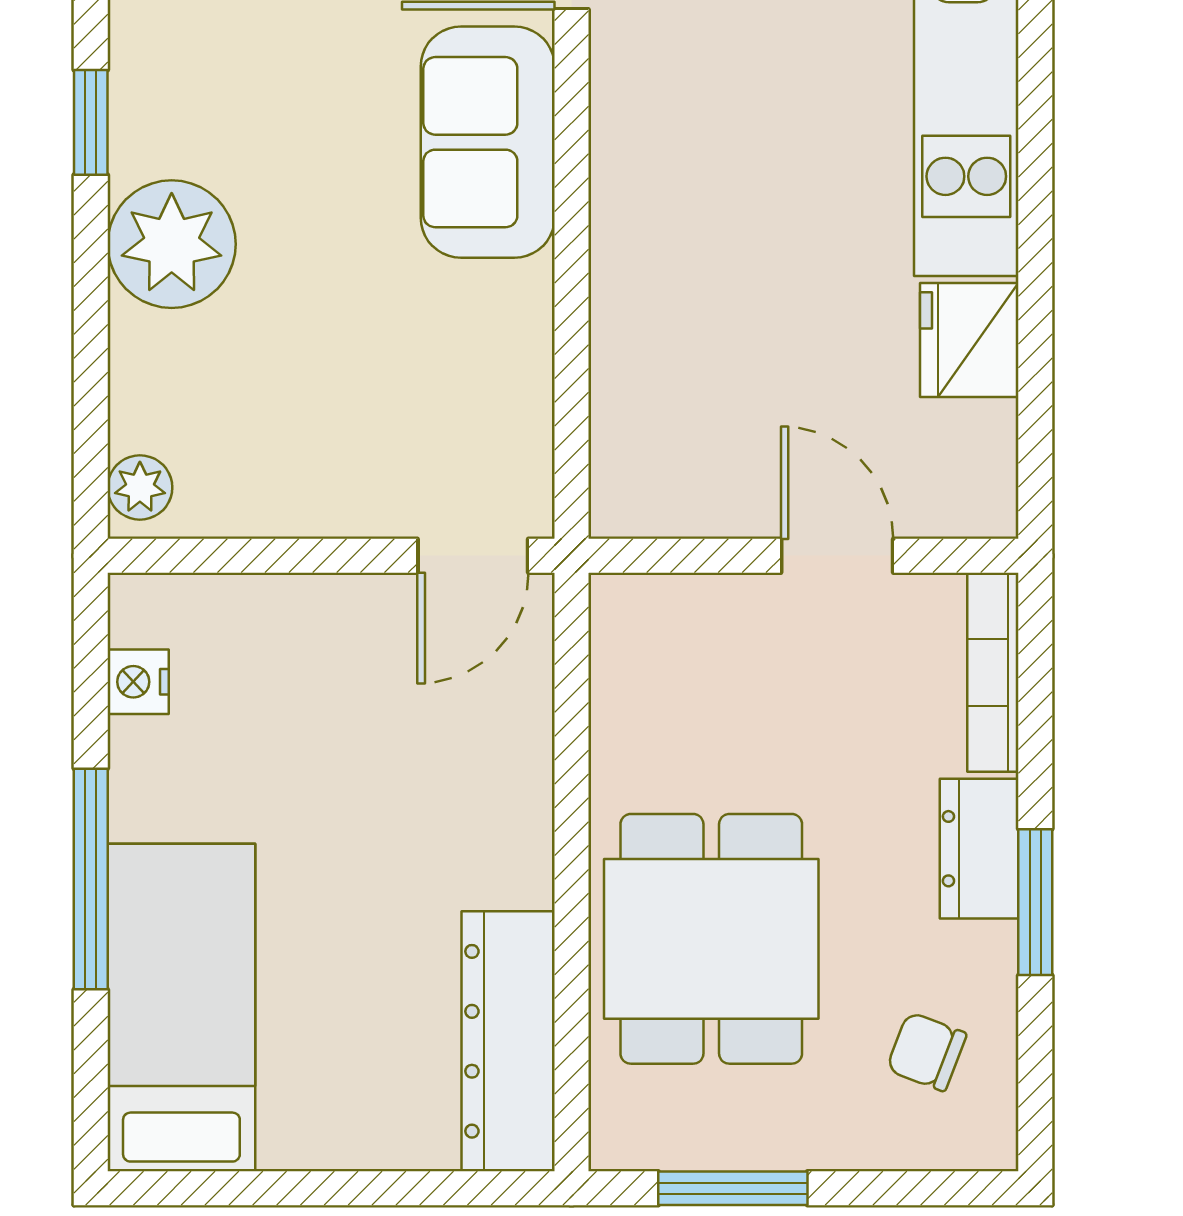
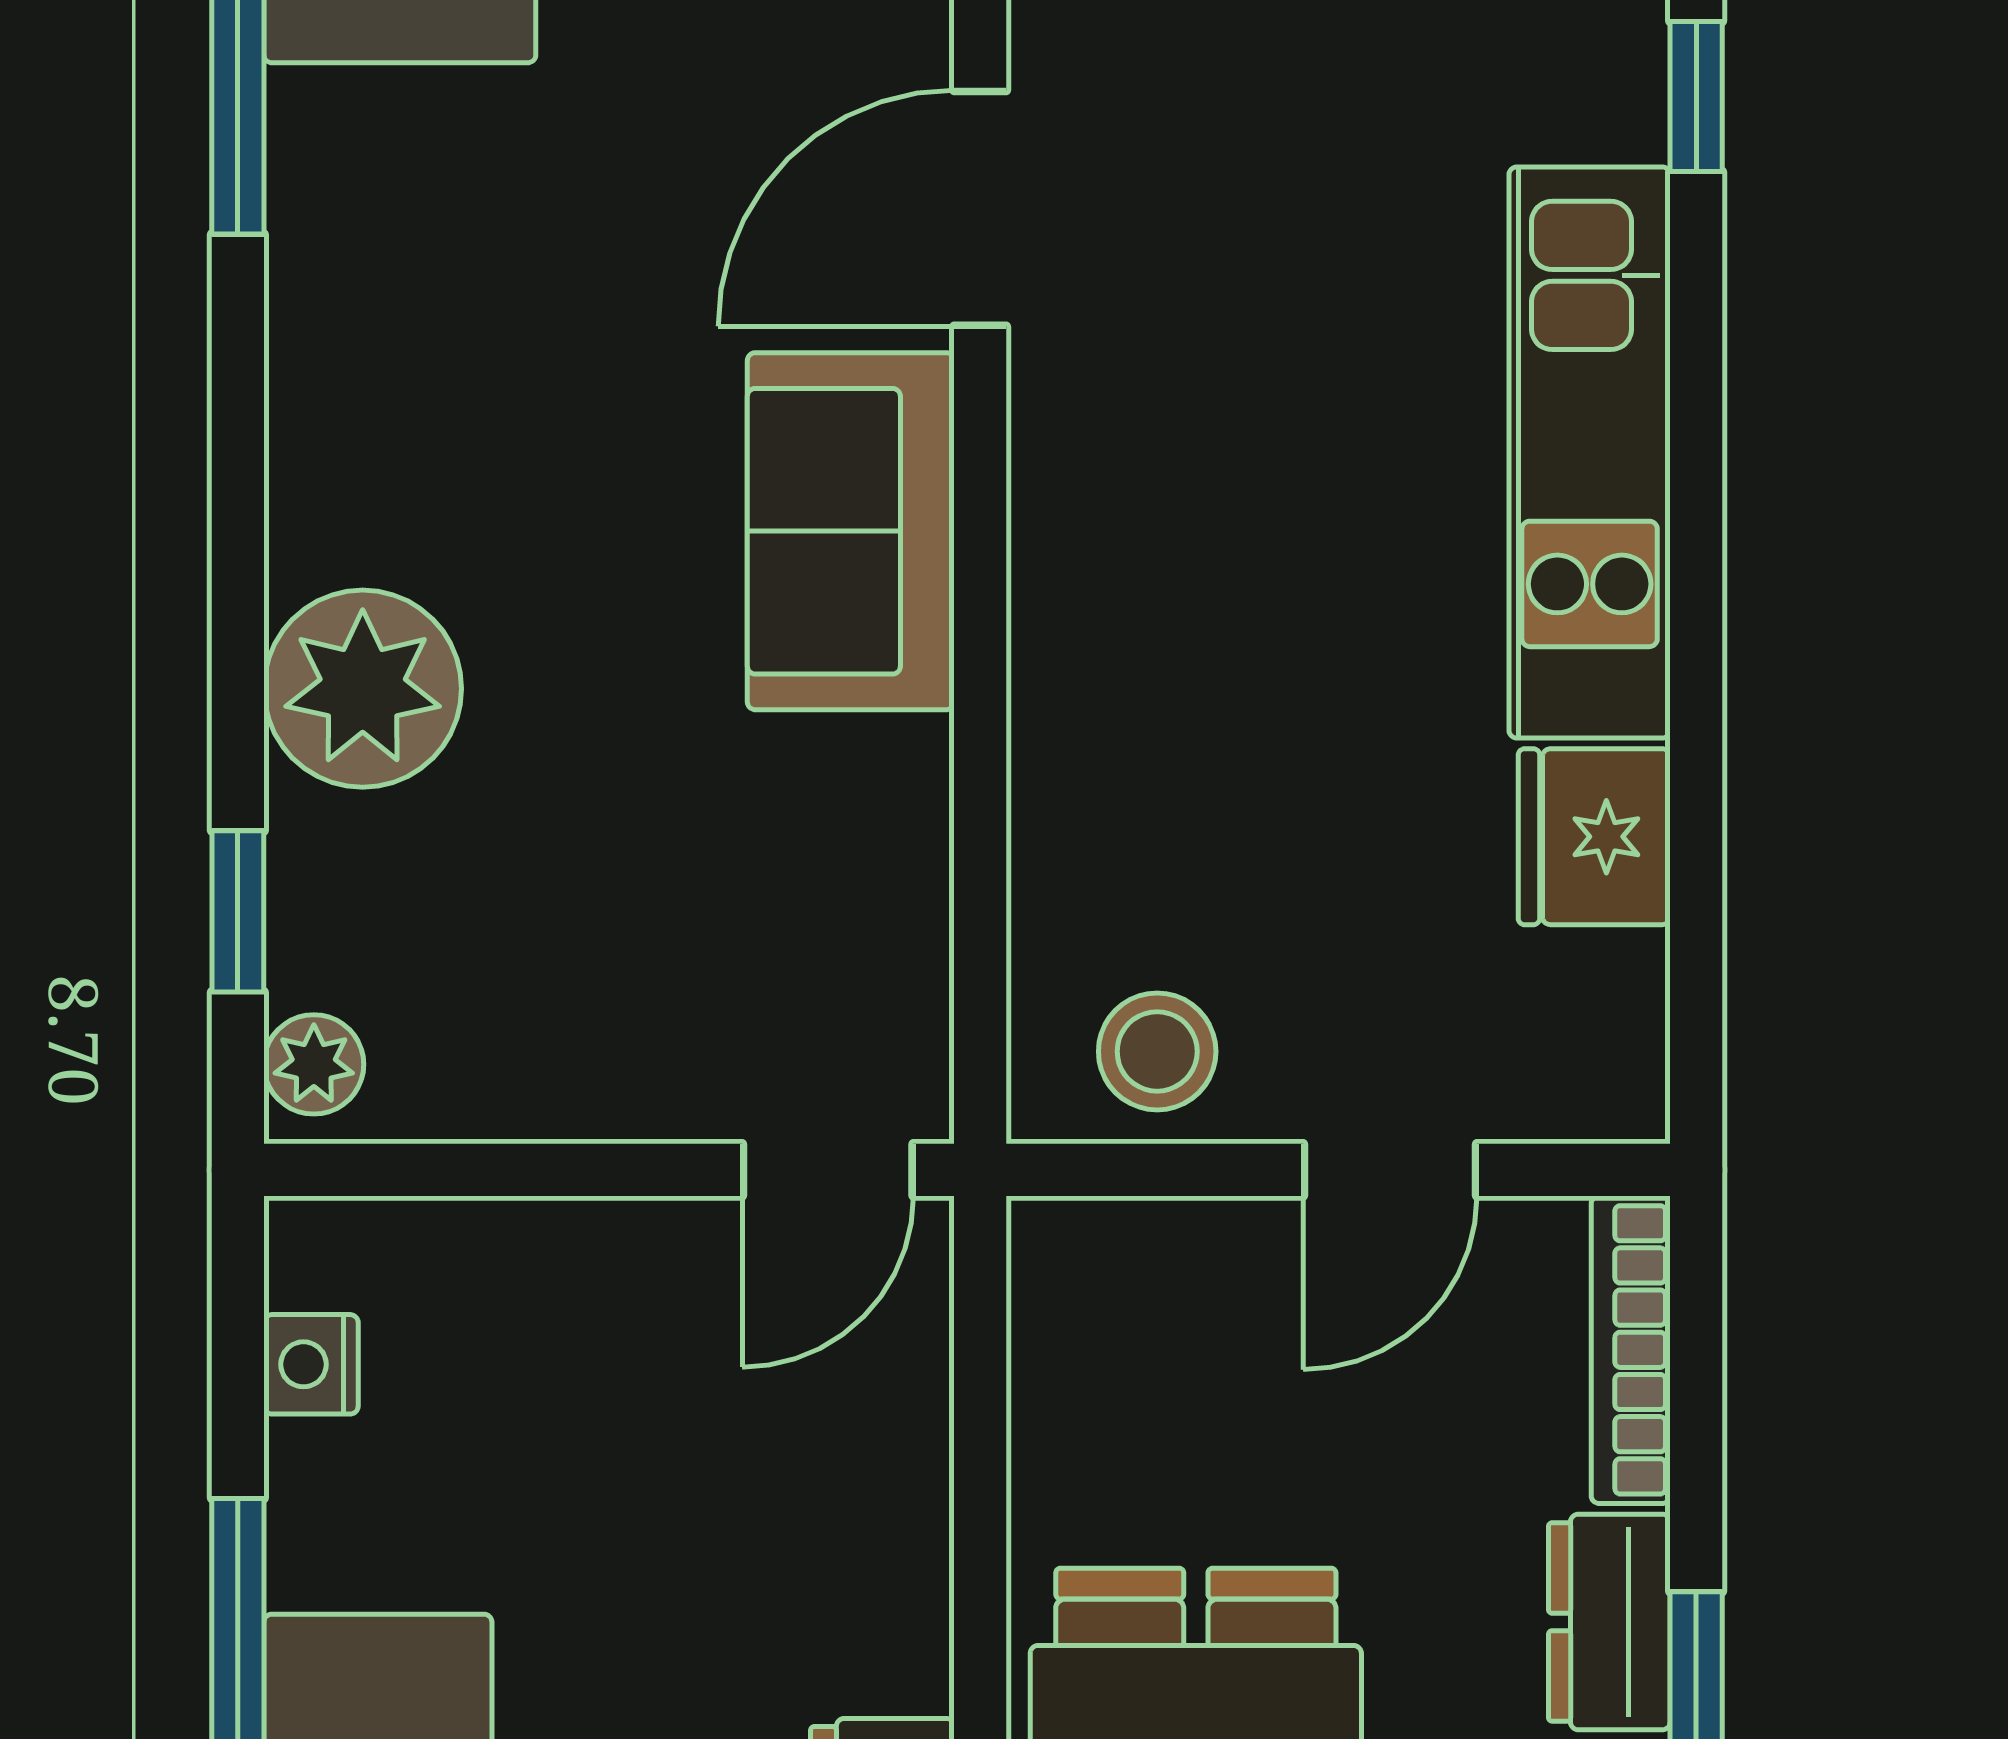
window: (91, 122) -> (238, 911), moved
stool: (686, 479) -> (1157, 1051), added
door: (837, 556) -> (1390, 1170), swing flipped

